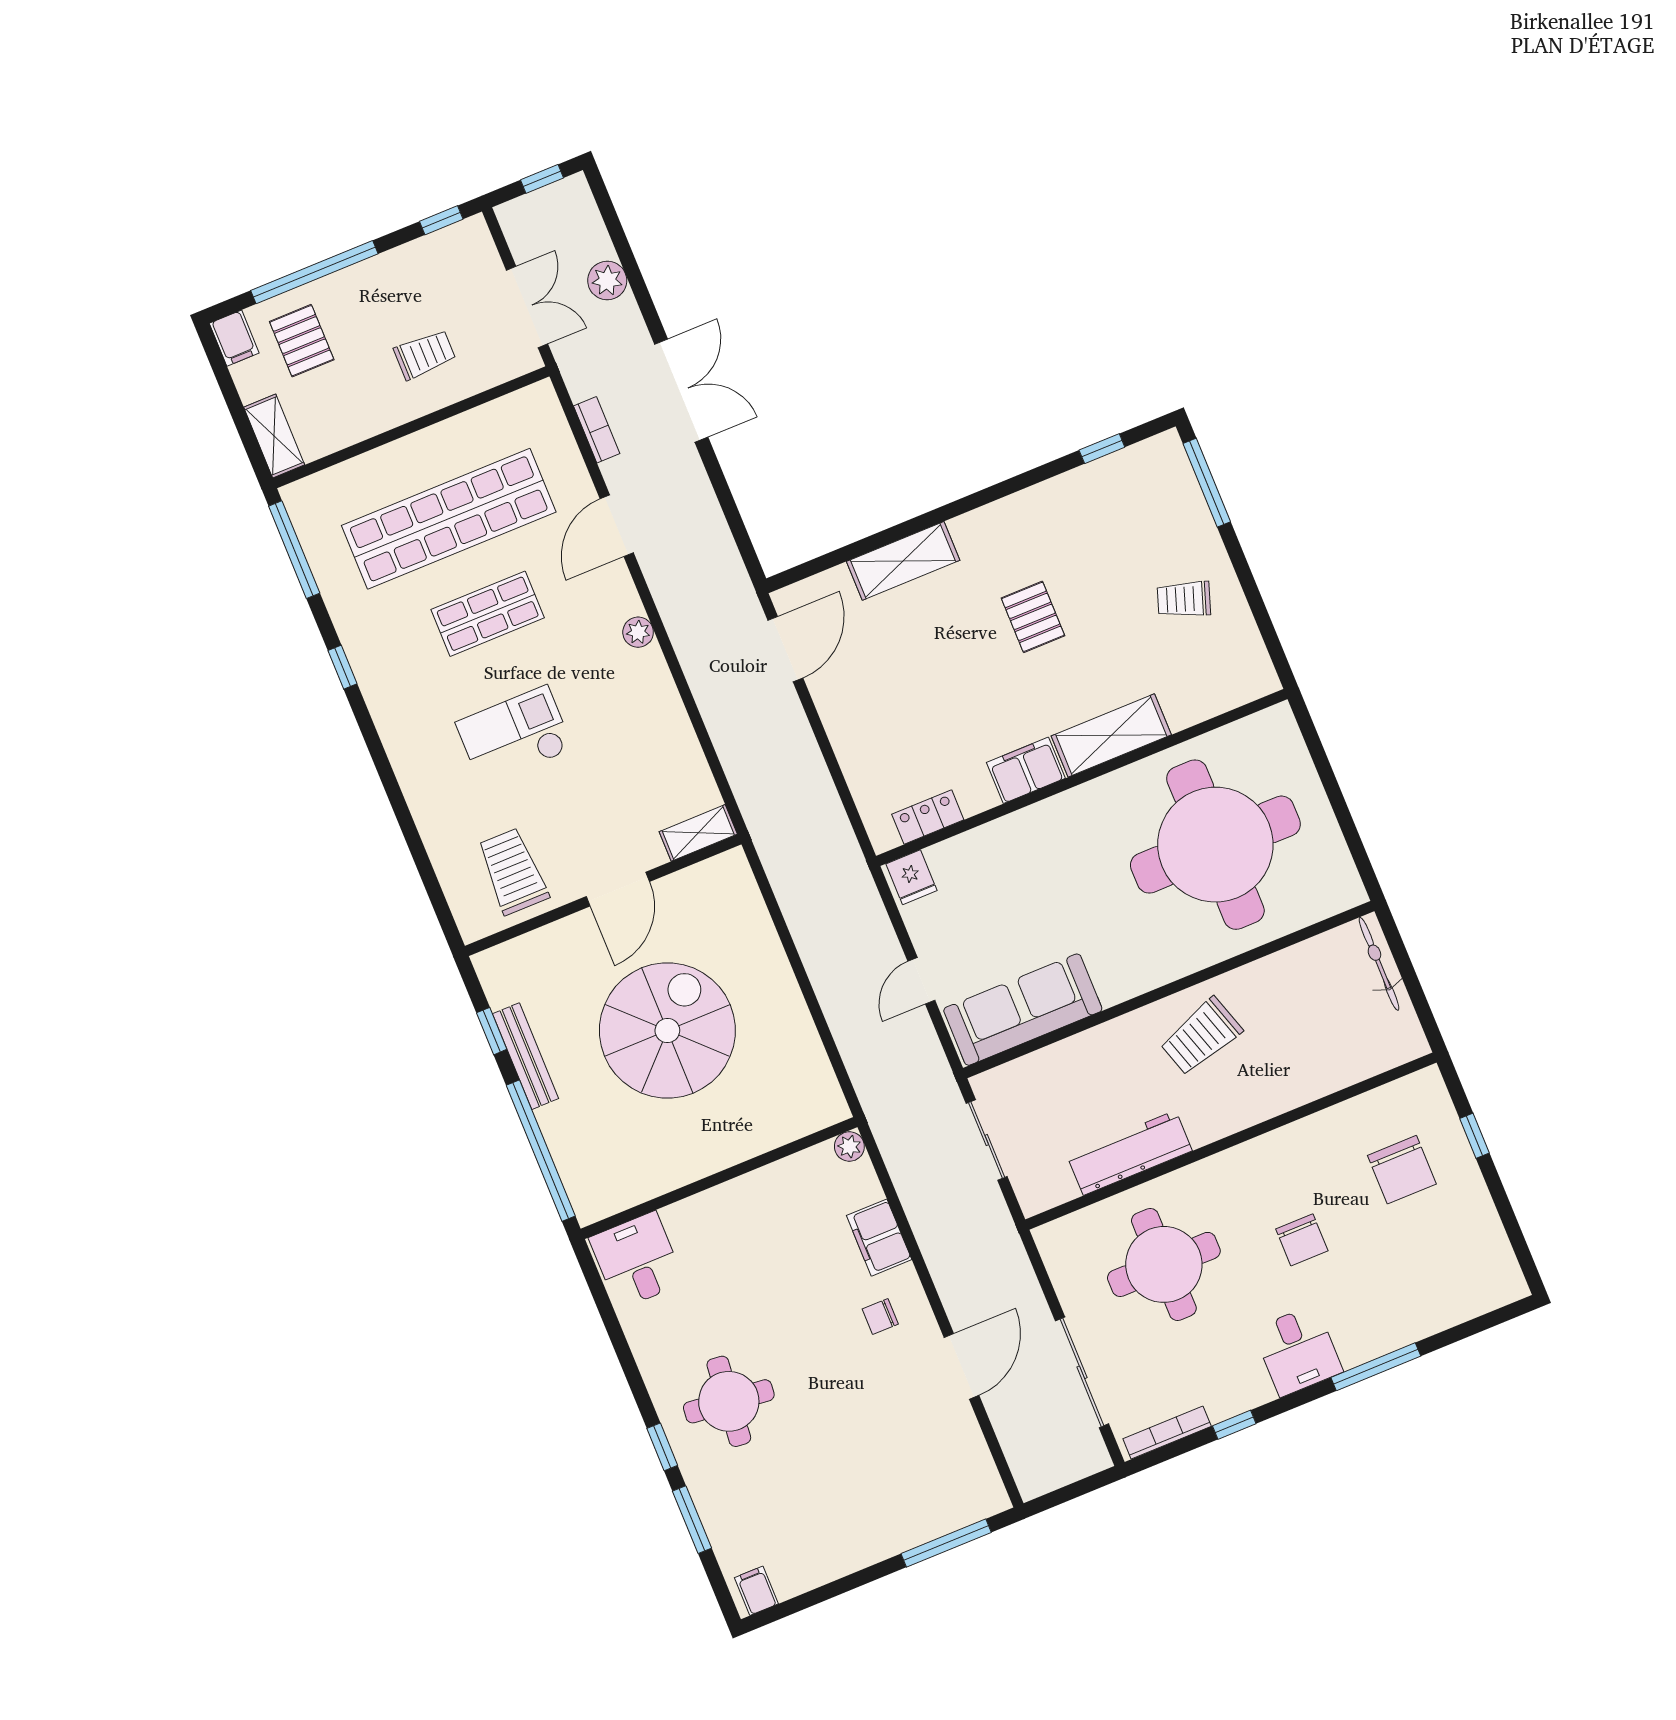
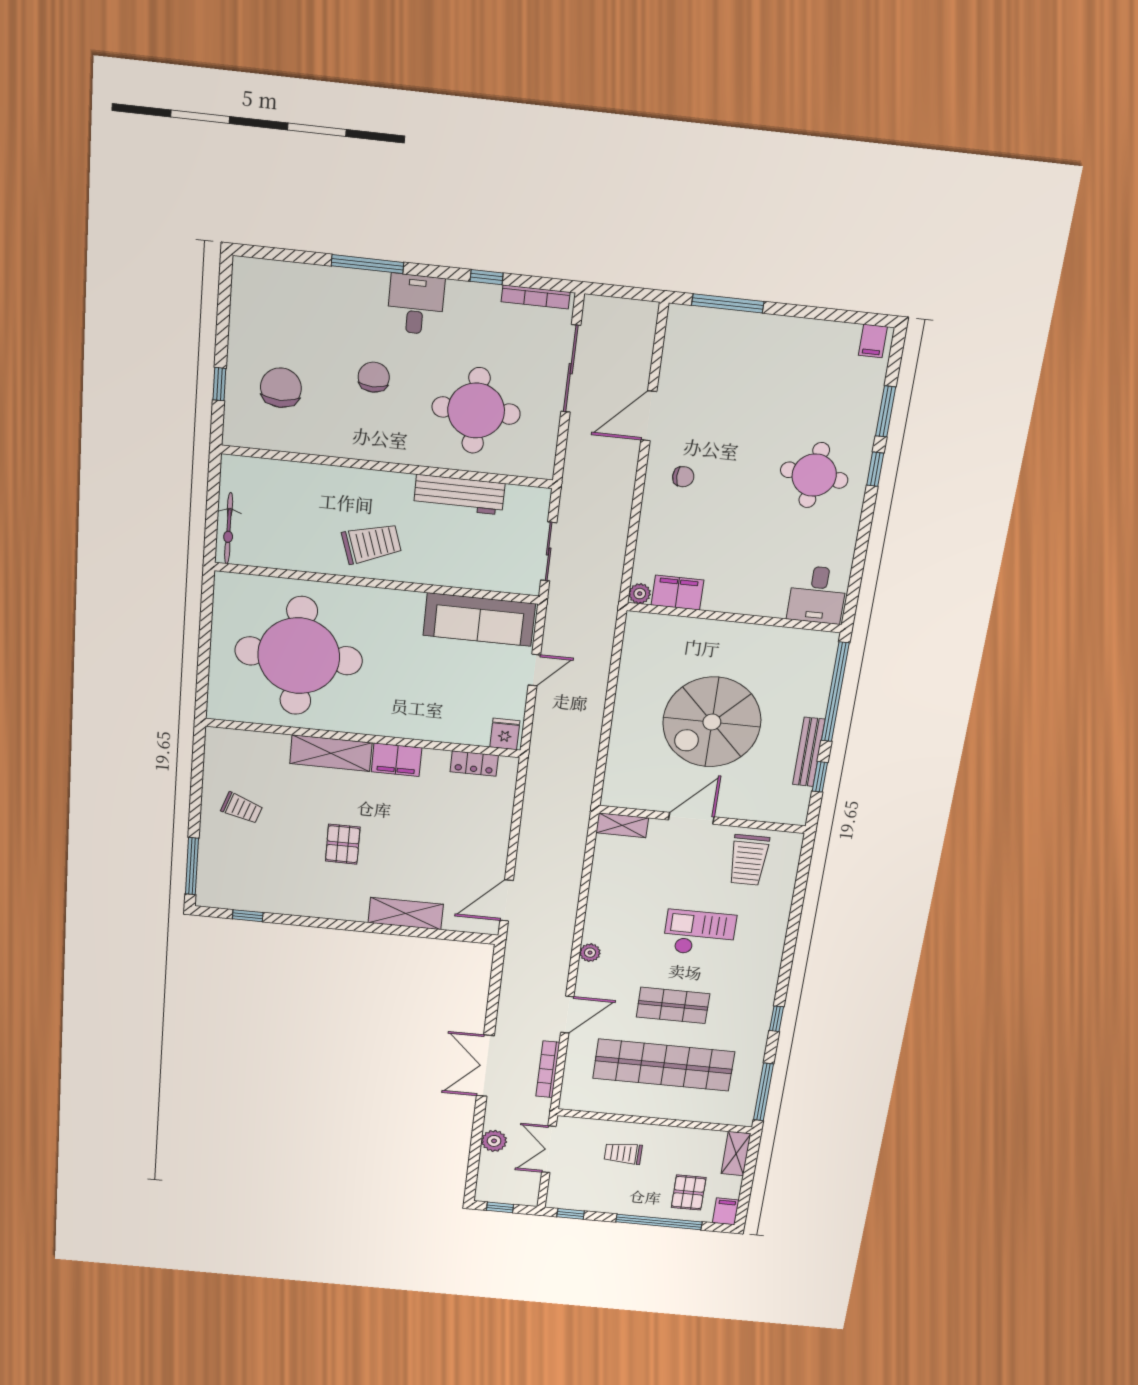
bookcase: (597, 430) -> (548, 1069), width x1.56
checkout: (514, 736) -> (699, 933), turned 180
filing cabinet: (879, 1238) -> (677, 593), moved, turned -90

